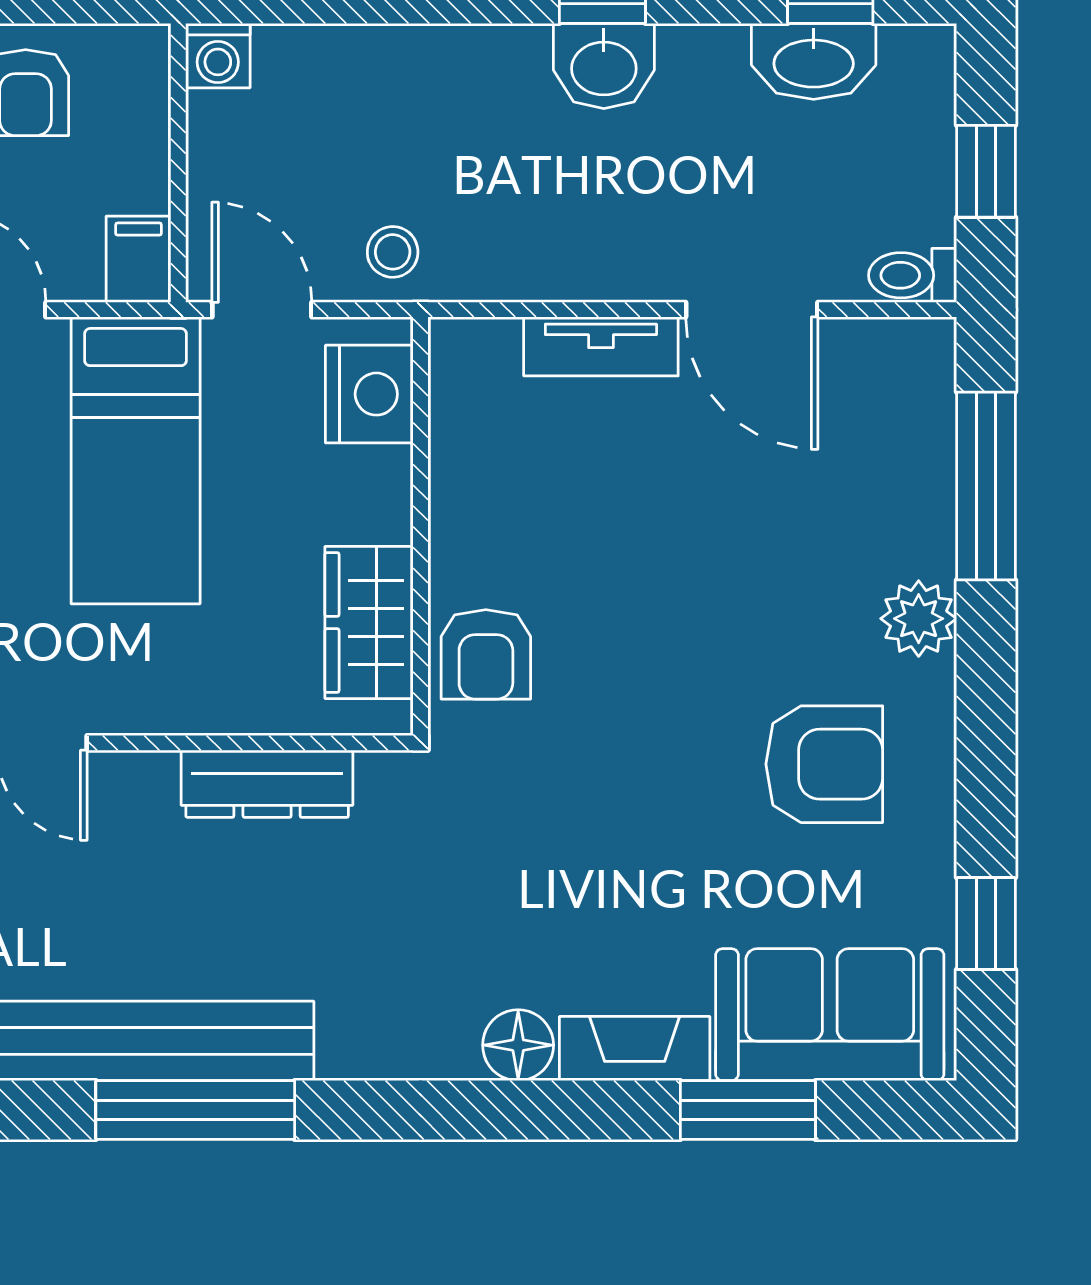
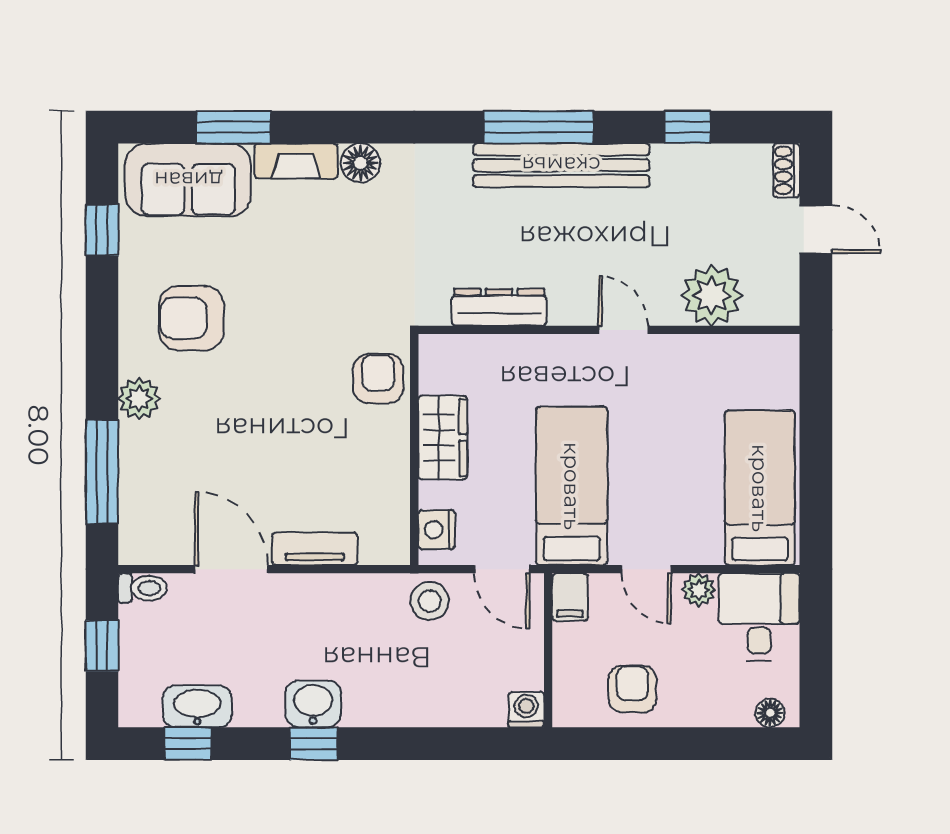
stool: (393, 252) -> (430, 601), width x1.37, depth x1.37
nightstand: (369, 394) -> (437, 530), width x0.74, depth x0.75
wardrobe: (369, 623) -> (443, 438), moved

